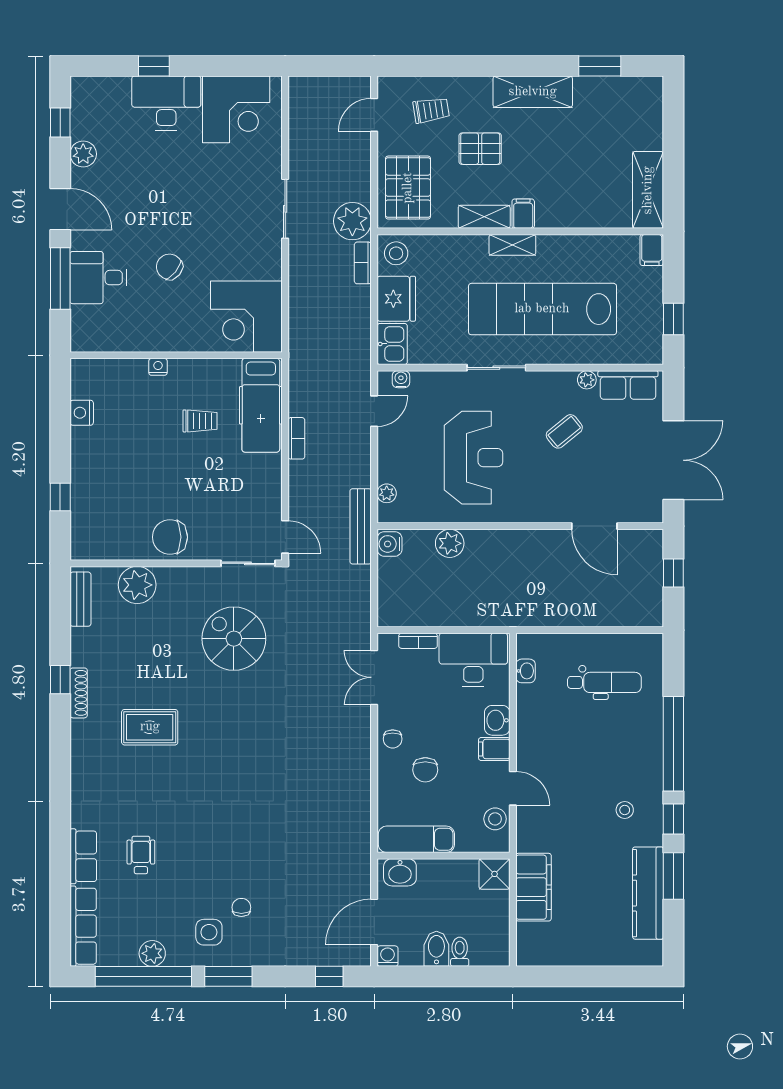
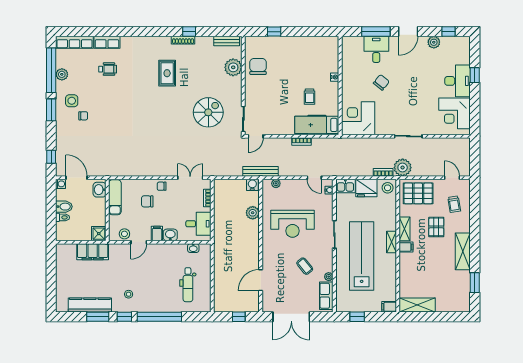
nightstand: (82, 413) -> (313, 42), removed
chair: (170, 537) -> (258, 66), moved
desk: (473, 660) -> (198, 224), width x0.73

